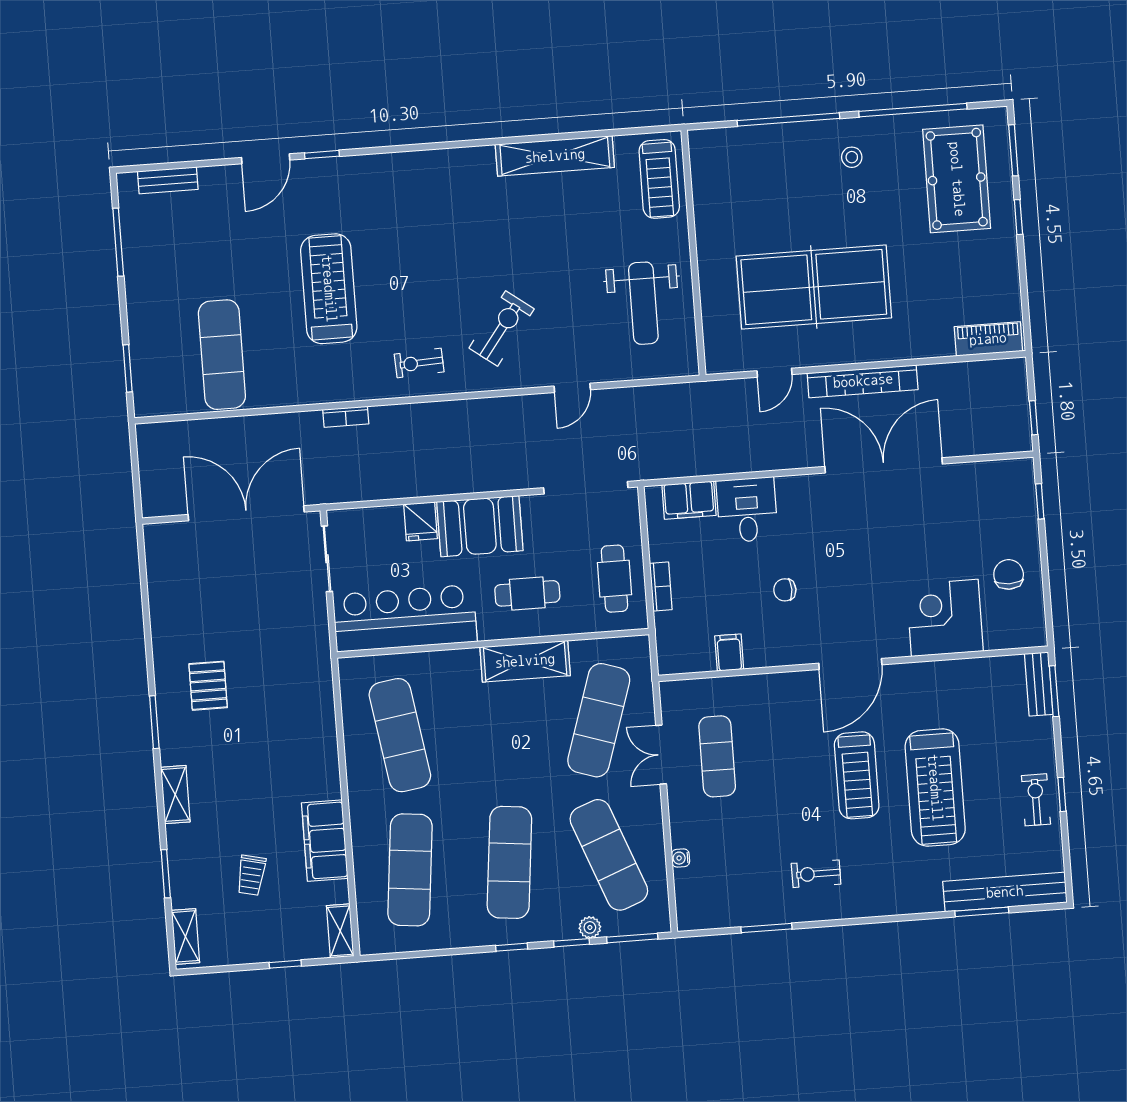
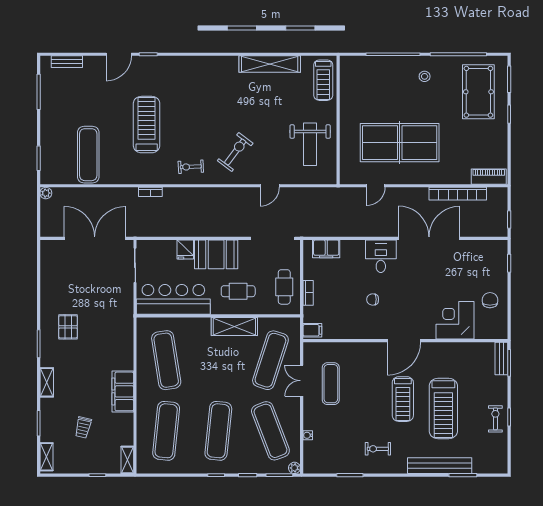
bookcase: (863, 381) -> (458, 194), moved
plant: (147, 434) -> (46, 193), added
desk: (747, 510) -> (381, 256), moved
filing cabinet: (729, 653) -> (312, 330), moved, turned 90
filing cabinet: (325, 841) -> (123, 391), moved
bench: (1005, 892) -> (440, 466), moved
plant: (590, 927) -> (294, 468), moved

